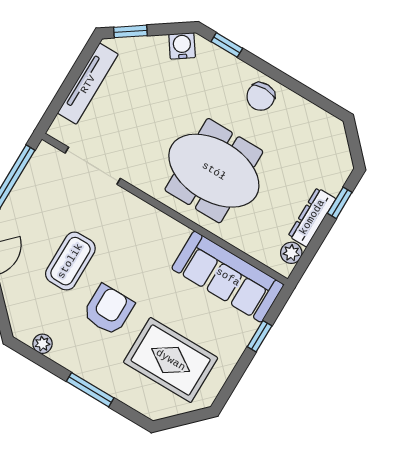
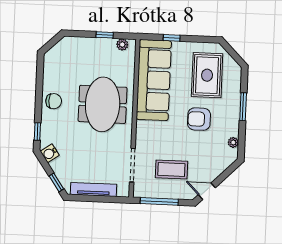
window: (340, 203) -> (105, 35), moved
dresser: (312, 217) -> (99, 44), removed
coffee table: (70, 261) -> (171, 170), moved
sofa: (228, 277) -> (154, 80), width x1.36, depth x1.27

